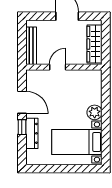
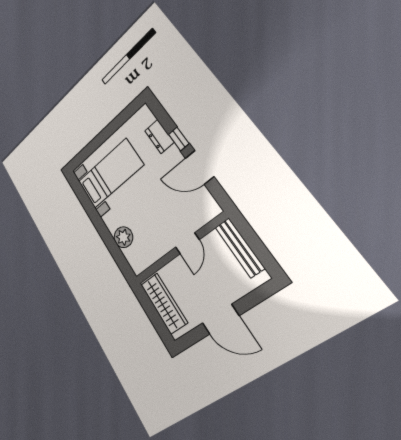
plant: (95, 112) -> (123, 237), moved
dresser: (32, 133) -> (159, 137), width x0.70

